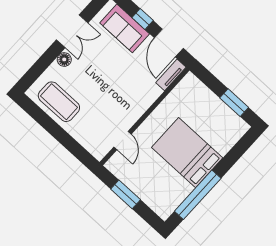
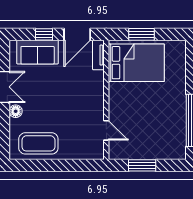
door: (169, 43) -> (77, 34), hinge flipped
window: (234, 103) -> (141, 34), moved
bed: (187, 153) -> (136, 63), moved, turned 180

